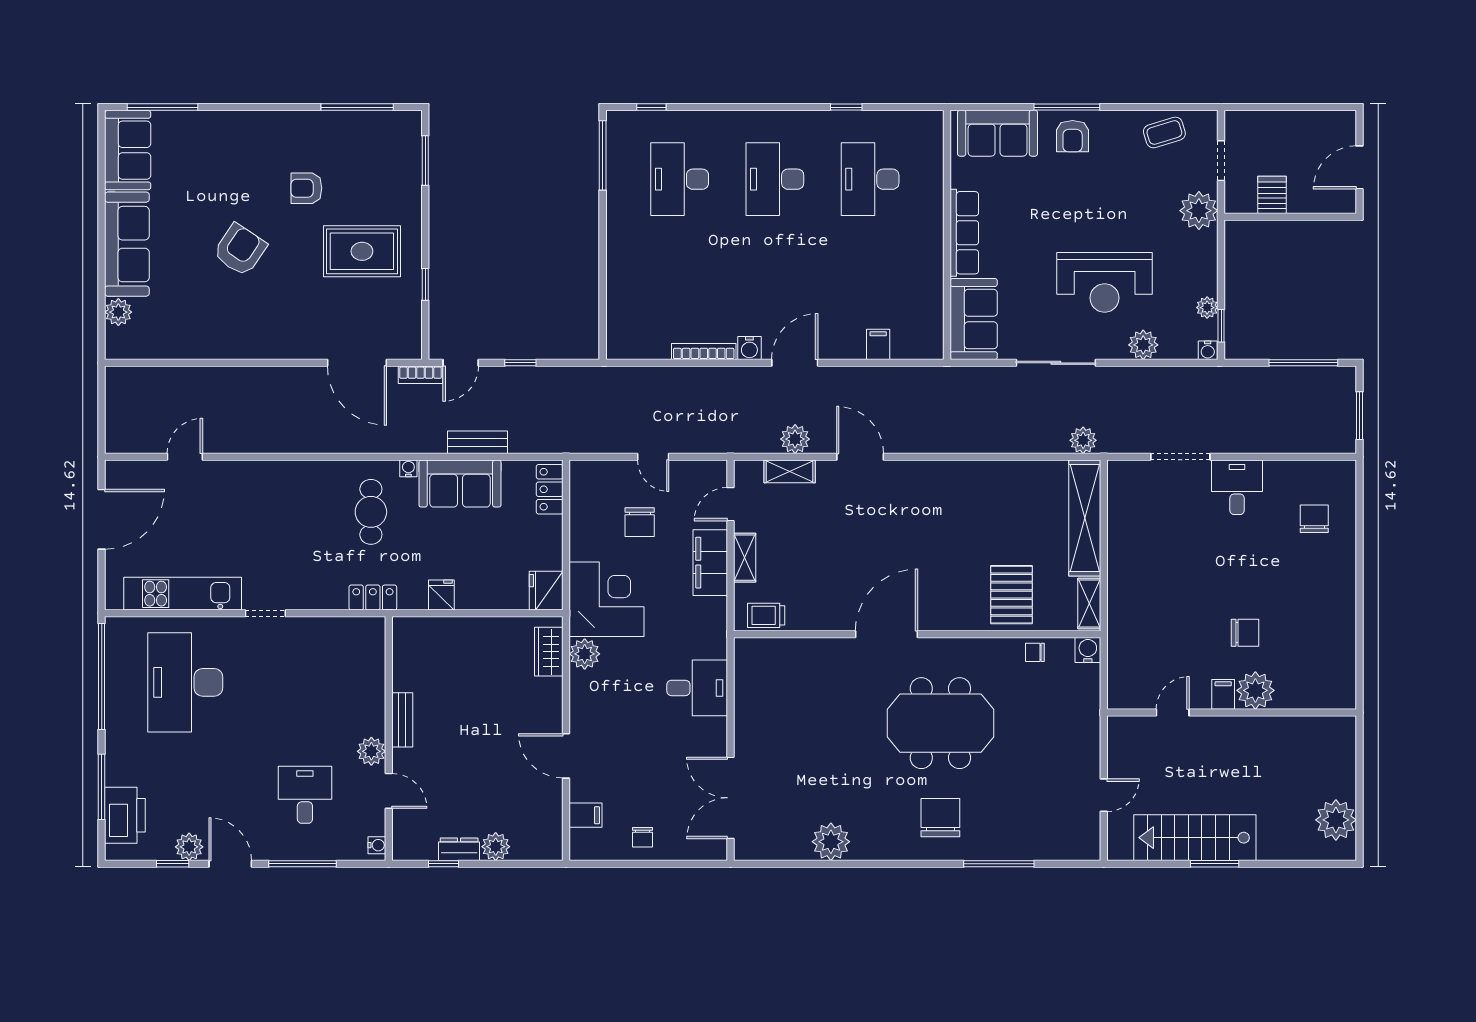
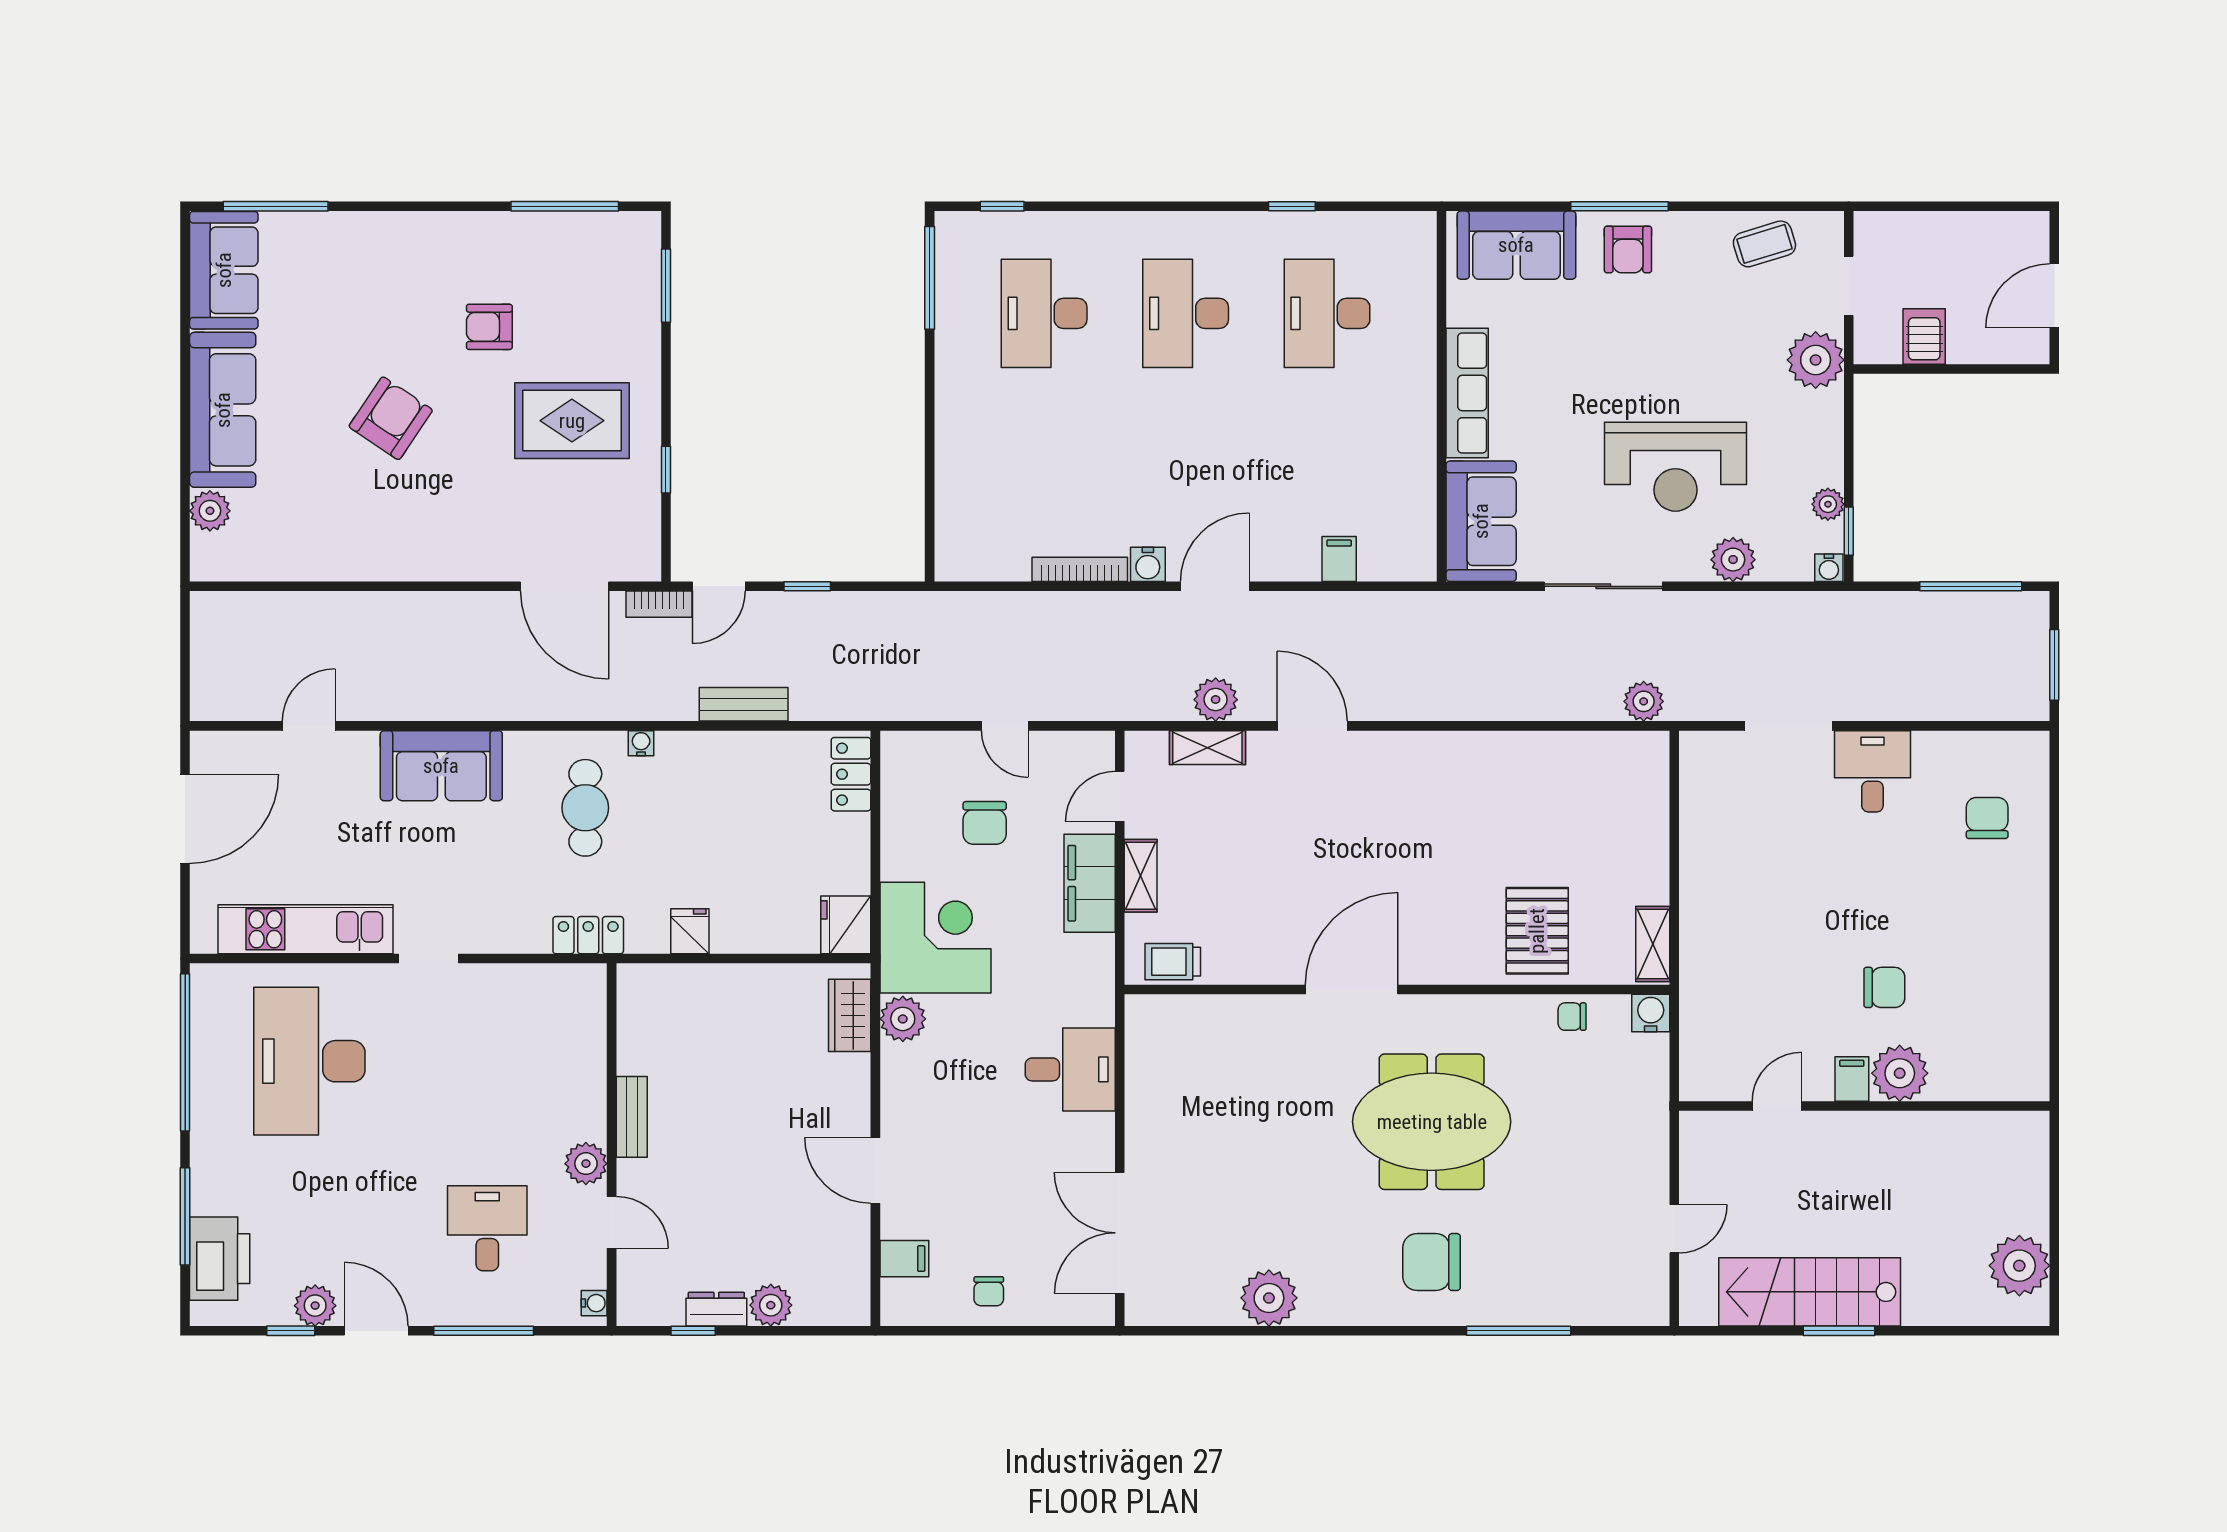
sofa: (460, 484) -> (441, 766), moved
shelving: (1085, 518) -> (1646, 817), removed
chair: (940, 818) -> (1432, 1262), turned -90

